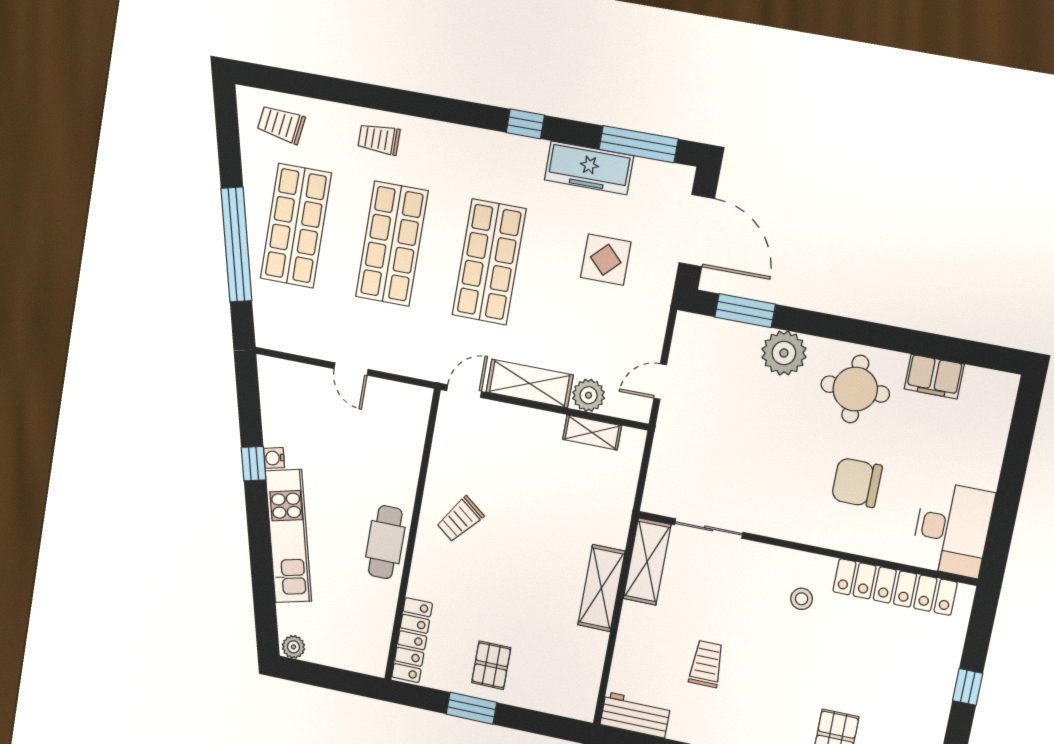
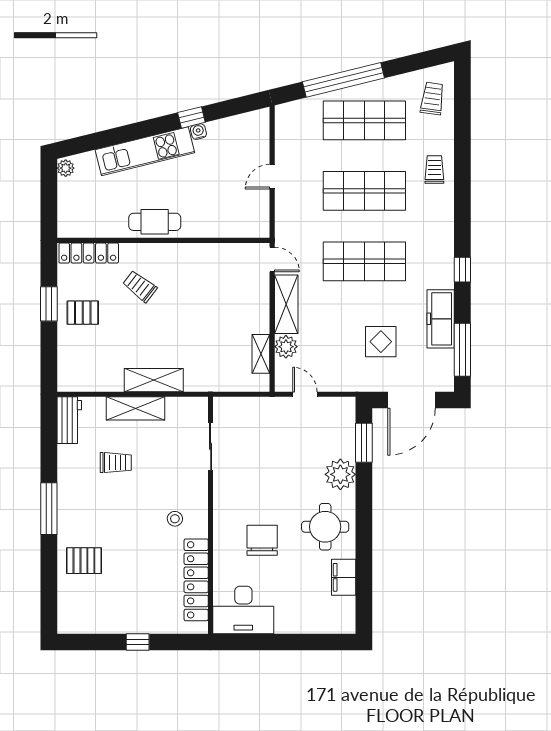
trolley: (460, 519) -> (140, 286), moved
shelving: (647, 562) -> (136, 408), moved

